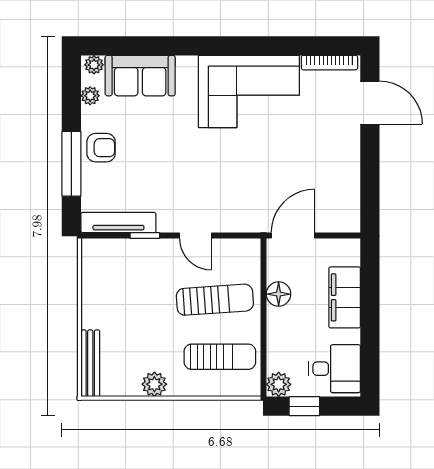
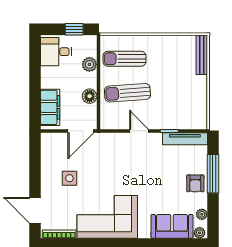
armchair: (101, 148) -> (195, 183), turned -90
side table: (312, 156) -> (69, 178), added
filing cabinet: (345, 297) -> (50, 107), moved
plant: (154, 384) -> (164, 42), removed
plant: (279, 384) -> (89, 64), moved

